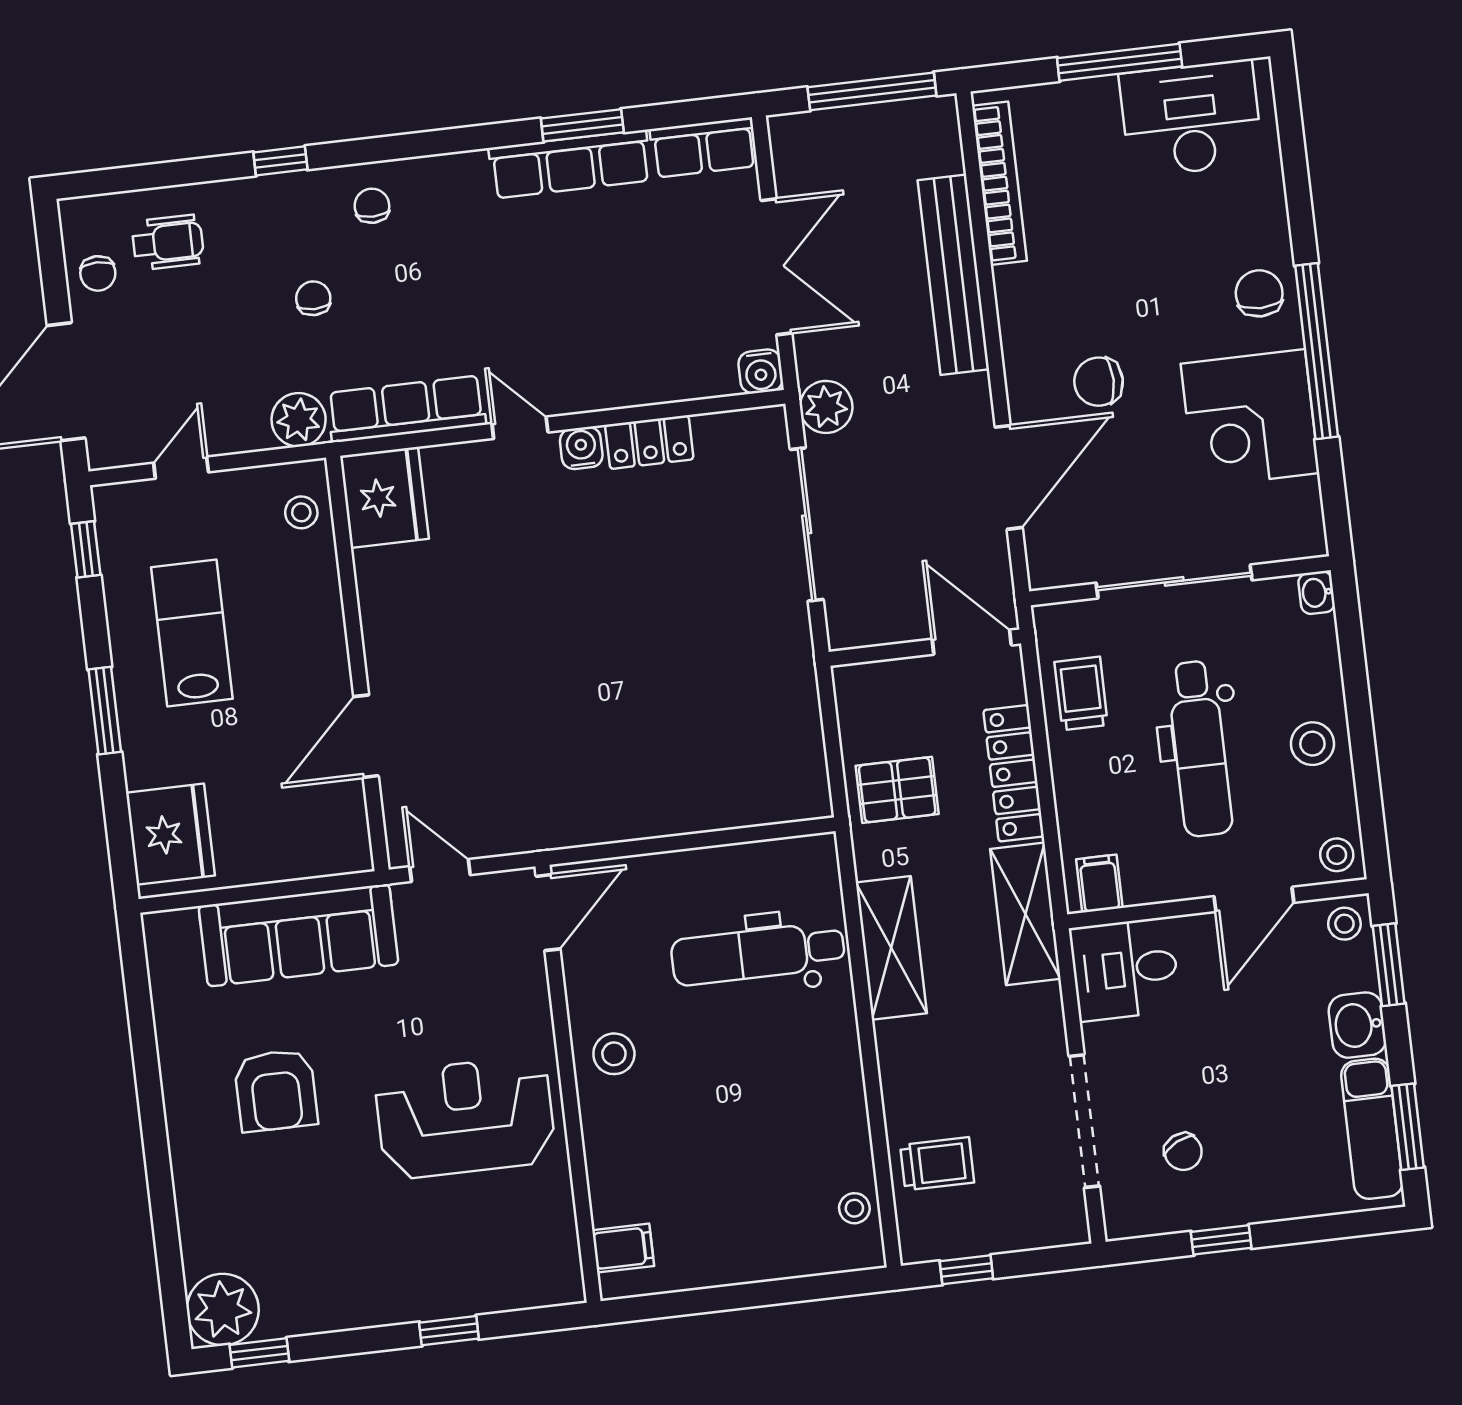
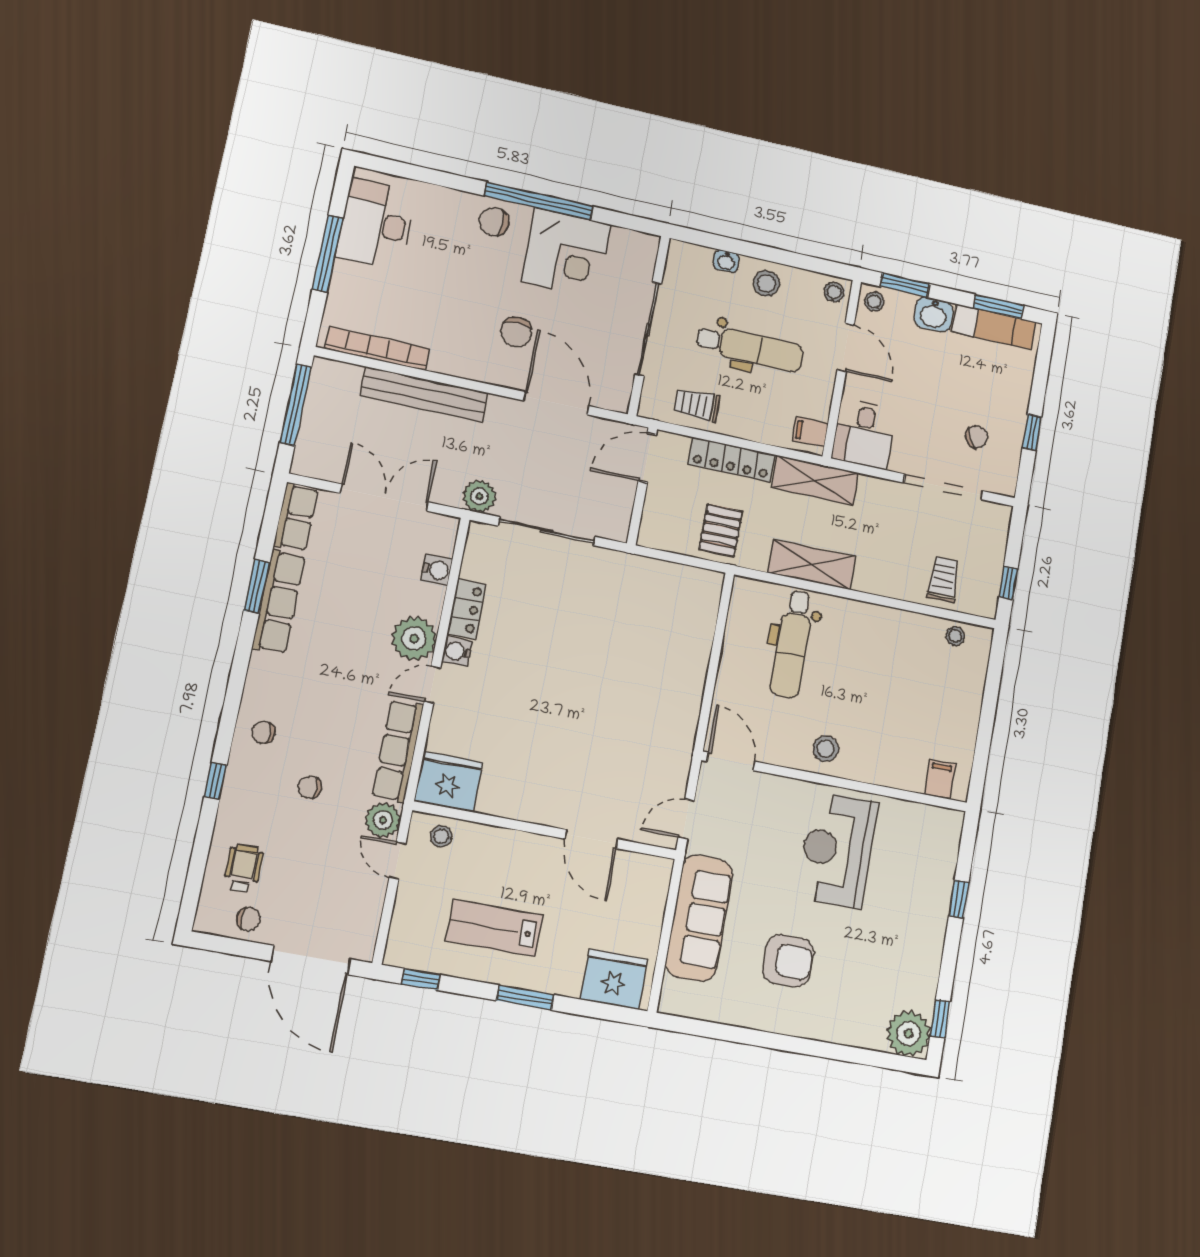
water cooler: (761, 371) -> (437, 570), moved
plant: (580, 379) -> (414, 638), added
door: (181, 468) -> (397, 861), moved
washbasin: (1317, 593) -> (726, 261), moved

